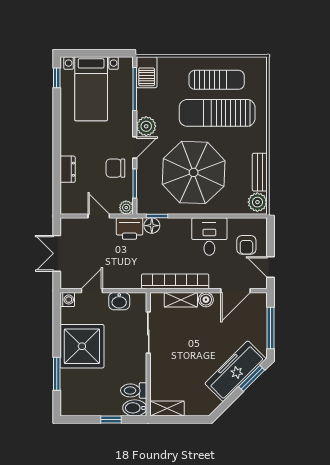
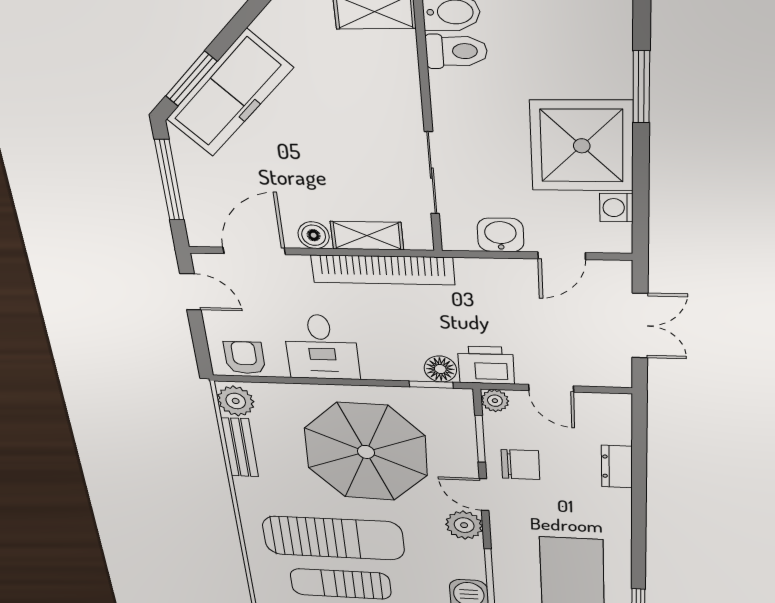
door: (135, 148) -> (484, 495), hinge flipped
armchair: (246, 245) -> (245, 358), moved
washing machine: (67, 300) -> (616, 208), moved

